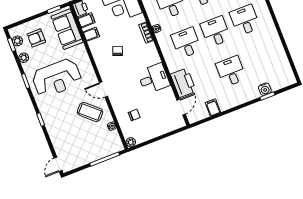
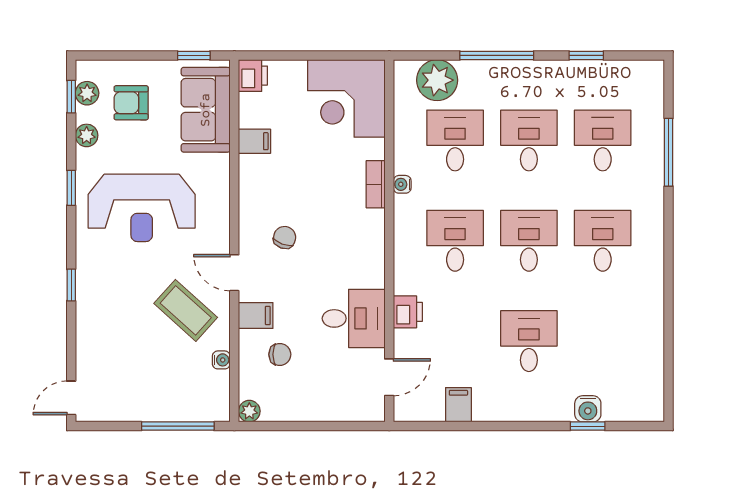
filing cabinet: (86, 20) -> (256, 316), moved
chair: (118, 51) -> (285, 237), moved
desk: (154, 79) -> (354, 318), moved
printer: (183, 83) -> (408, 312), width x0.53, depth x0.68

